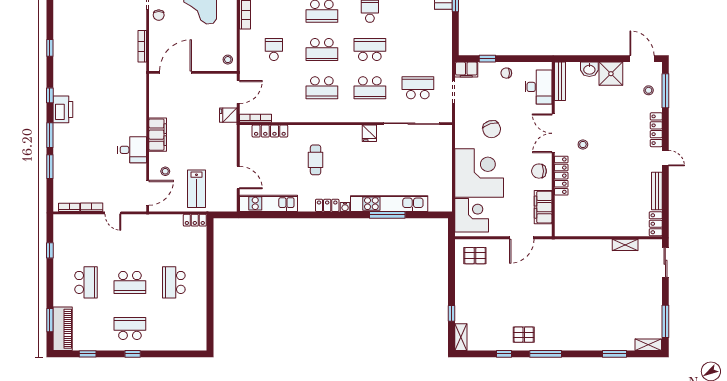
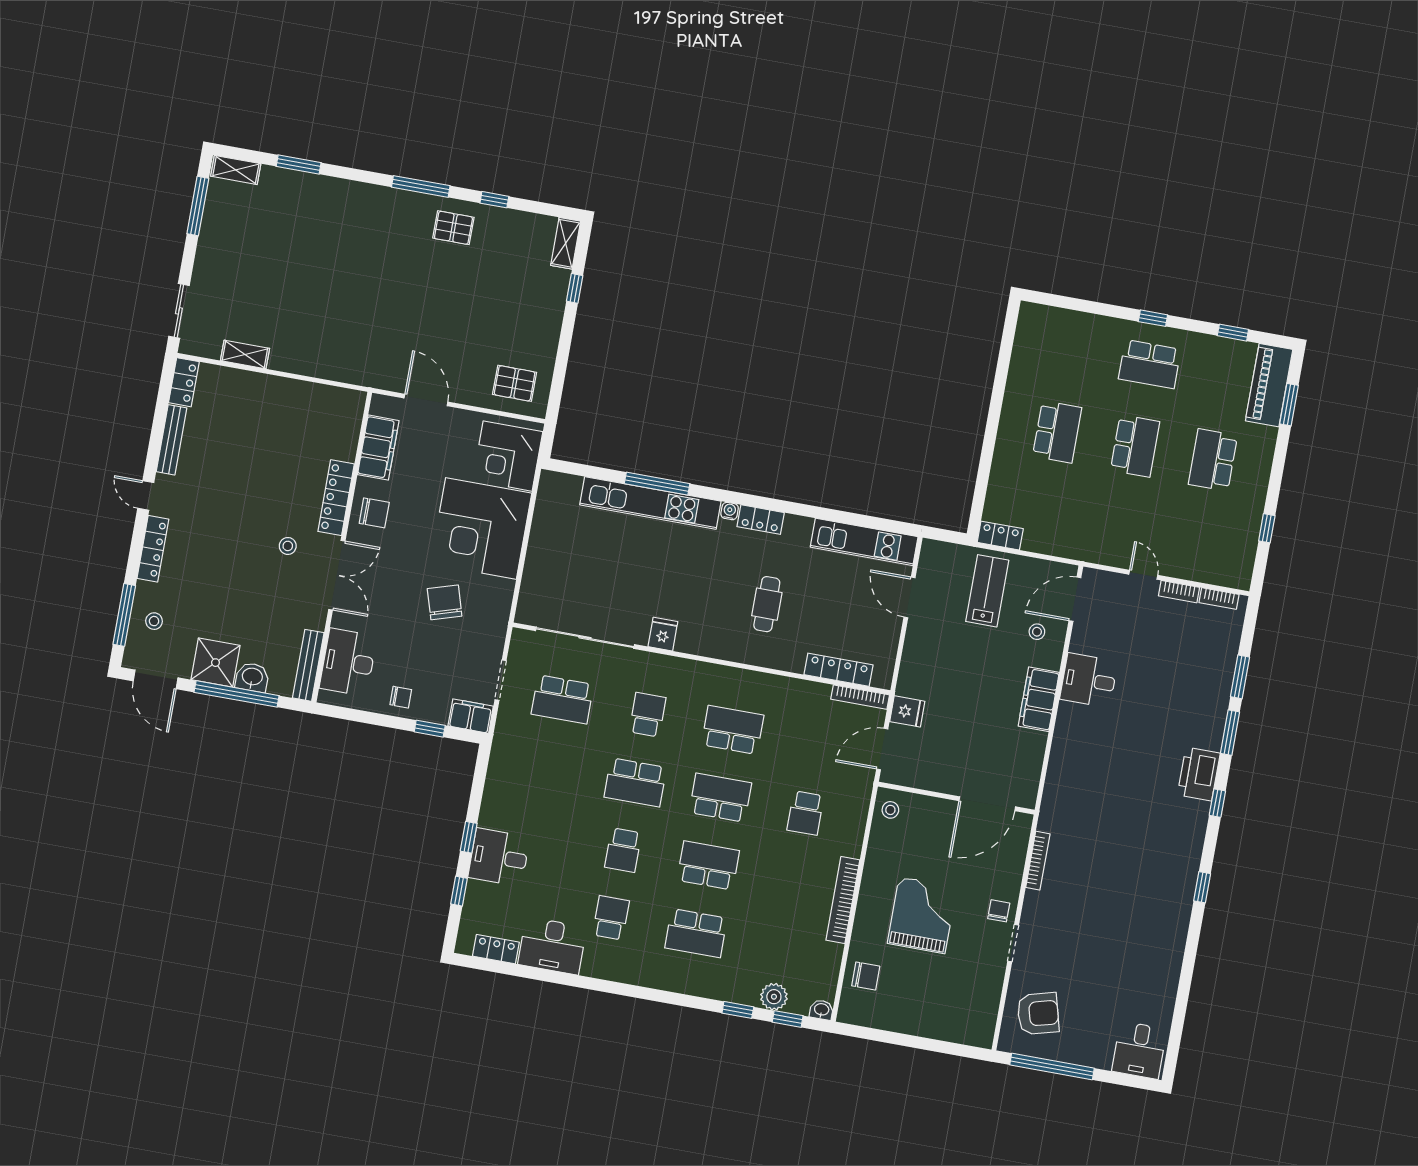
window: (596, 59) -> (237, 694), added
school desk: (370, 88) -> (647, 715), width x0.54
door: (522, 238) -> (426, 400), hinge flipped
school desk: (130, 282) -> (1135, 446), turned 90

